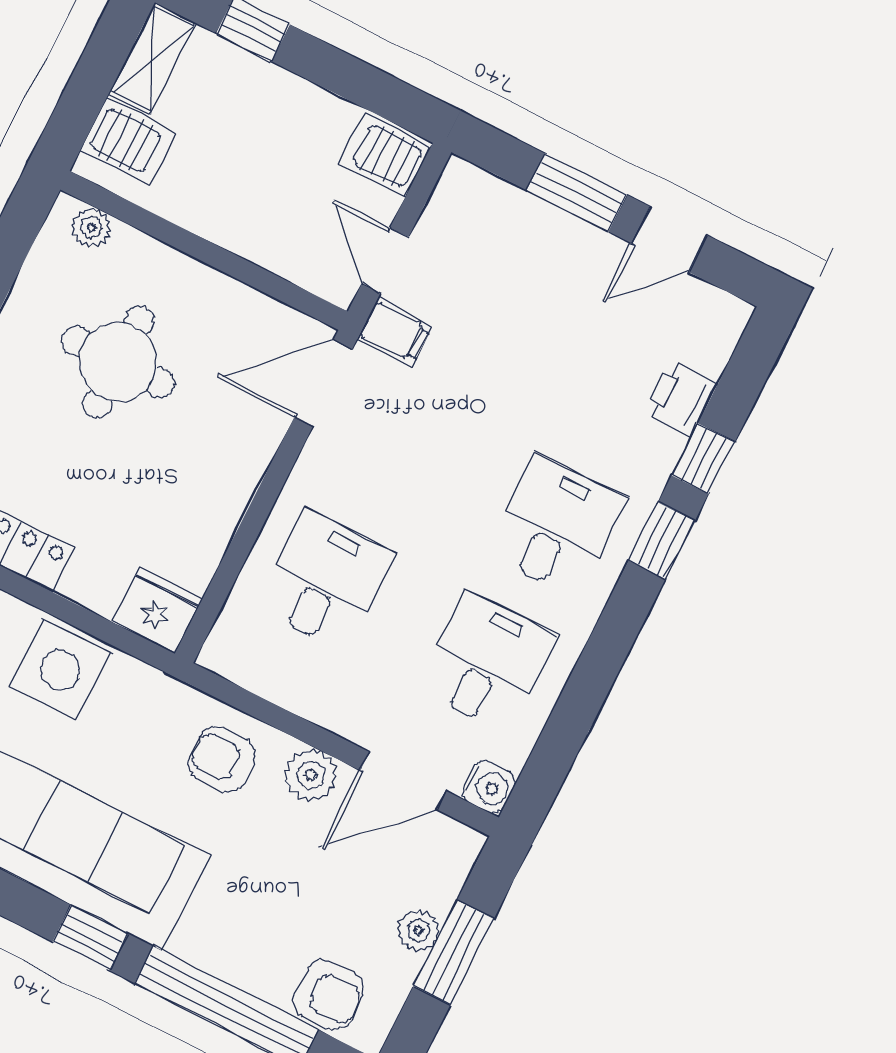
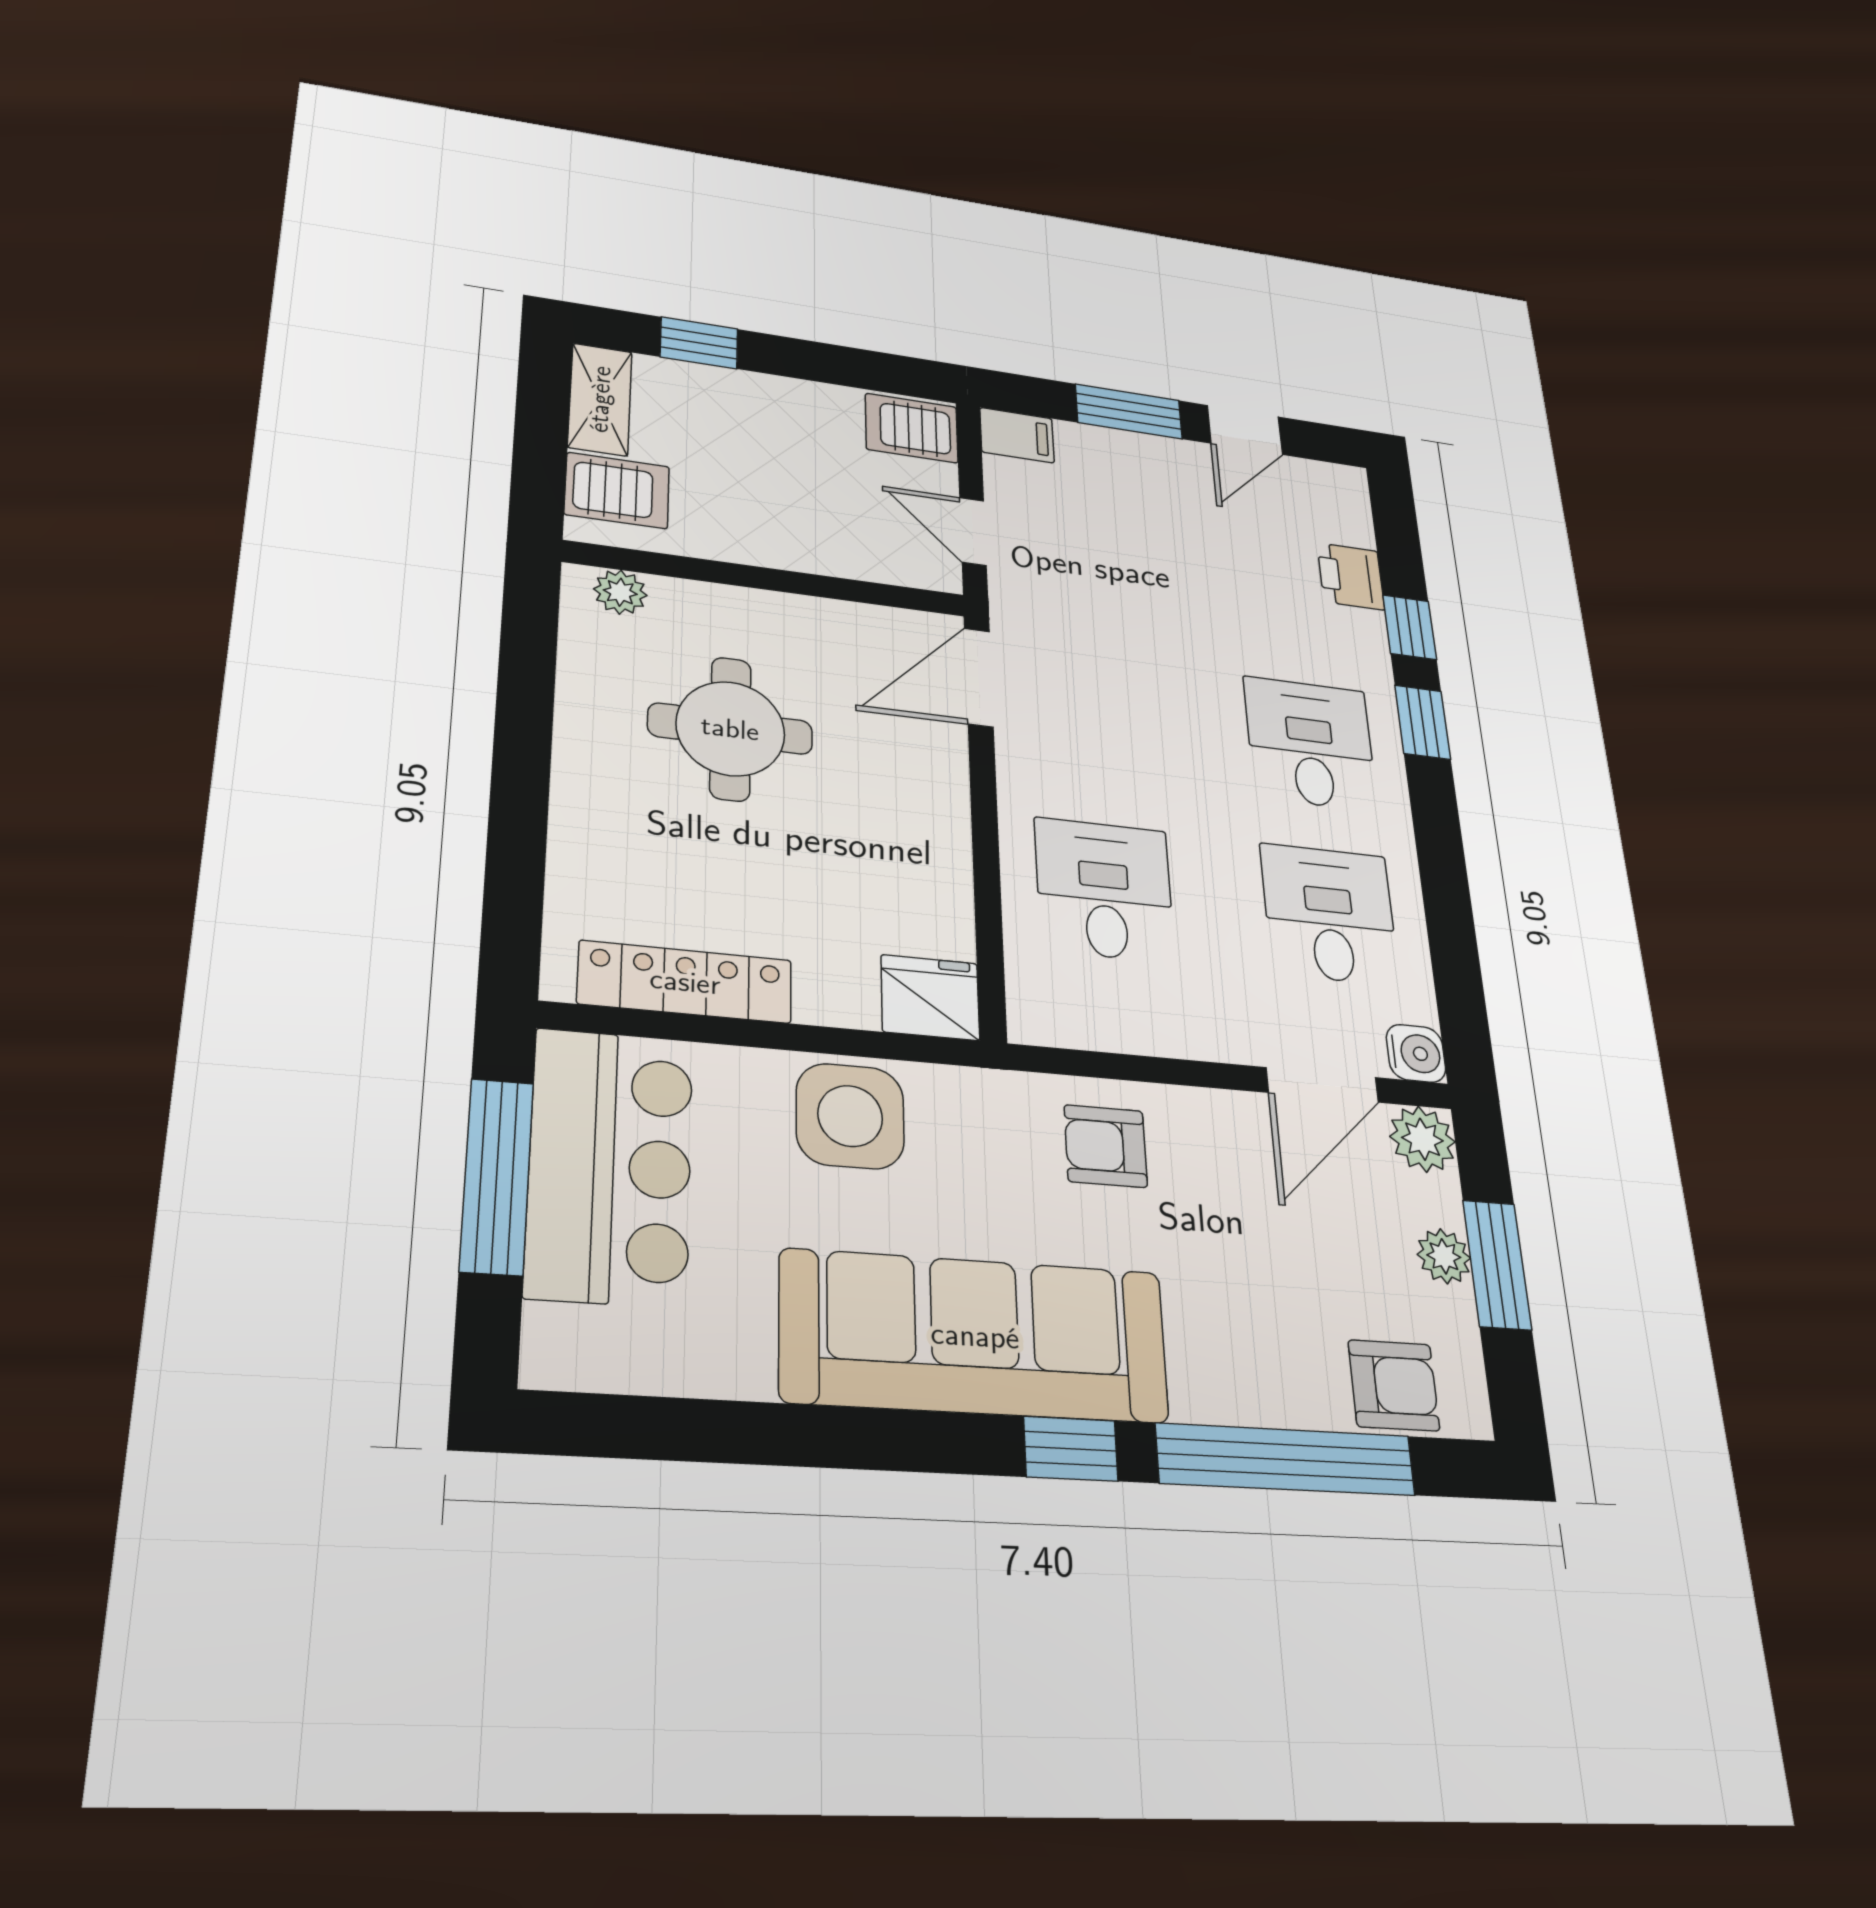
filing cabinet: (395, 332) -> (1017, 435), moved
plant: (311, 775) -> (1422, 1139), moved

